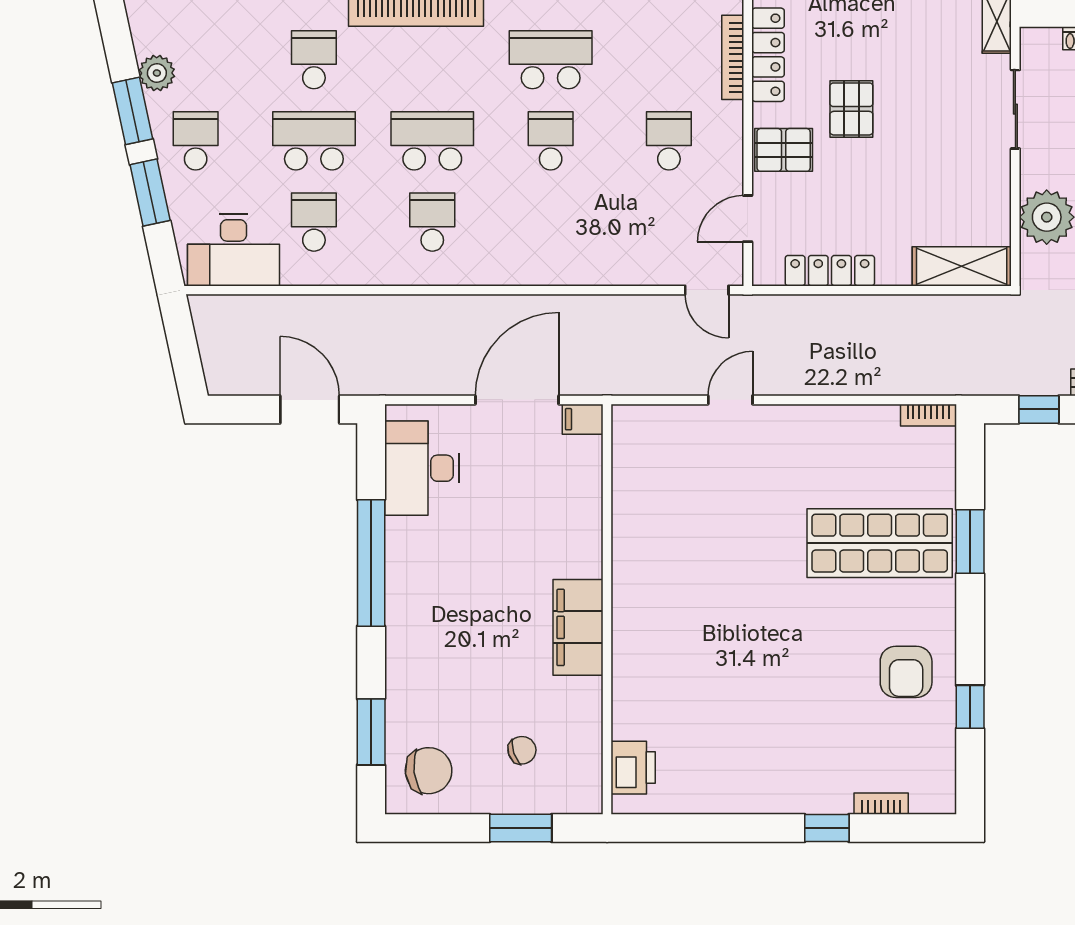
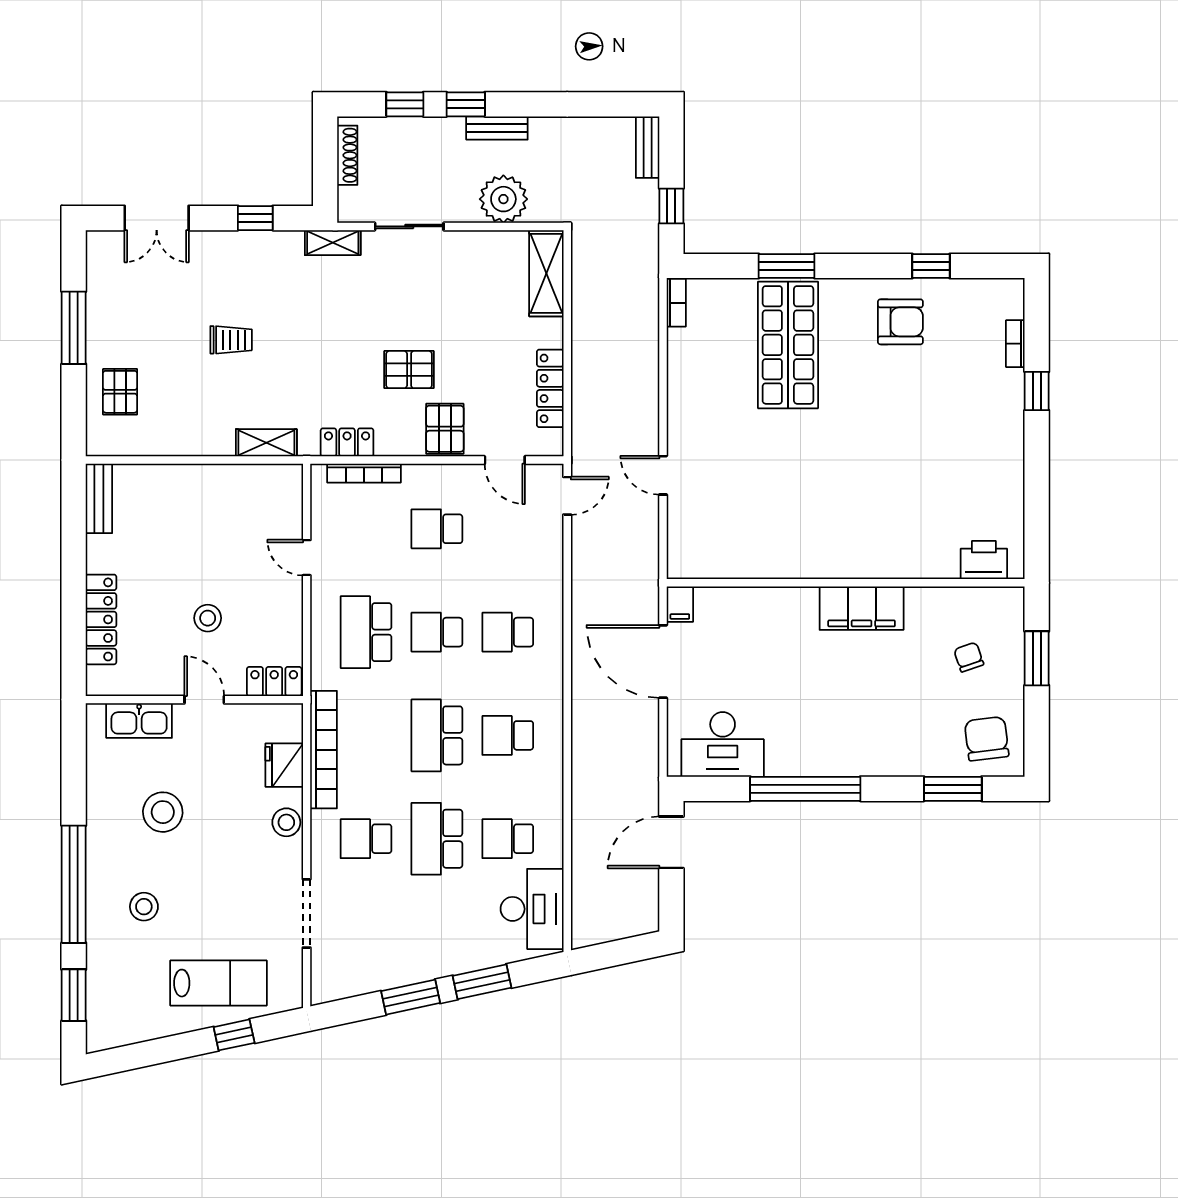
locker: (768, 55) -> (347, 442), width x0.66
plant: (157, 73) -> (378, 976), removed
school desk: (196, 141) -> (508, 632), moved

